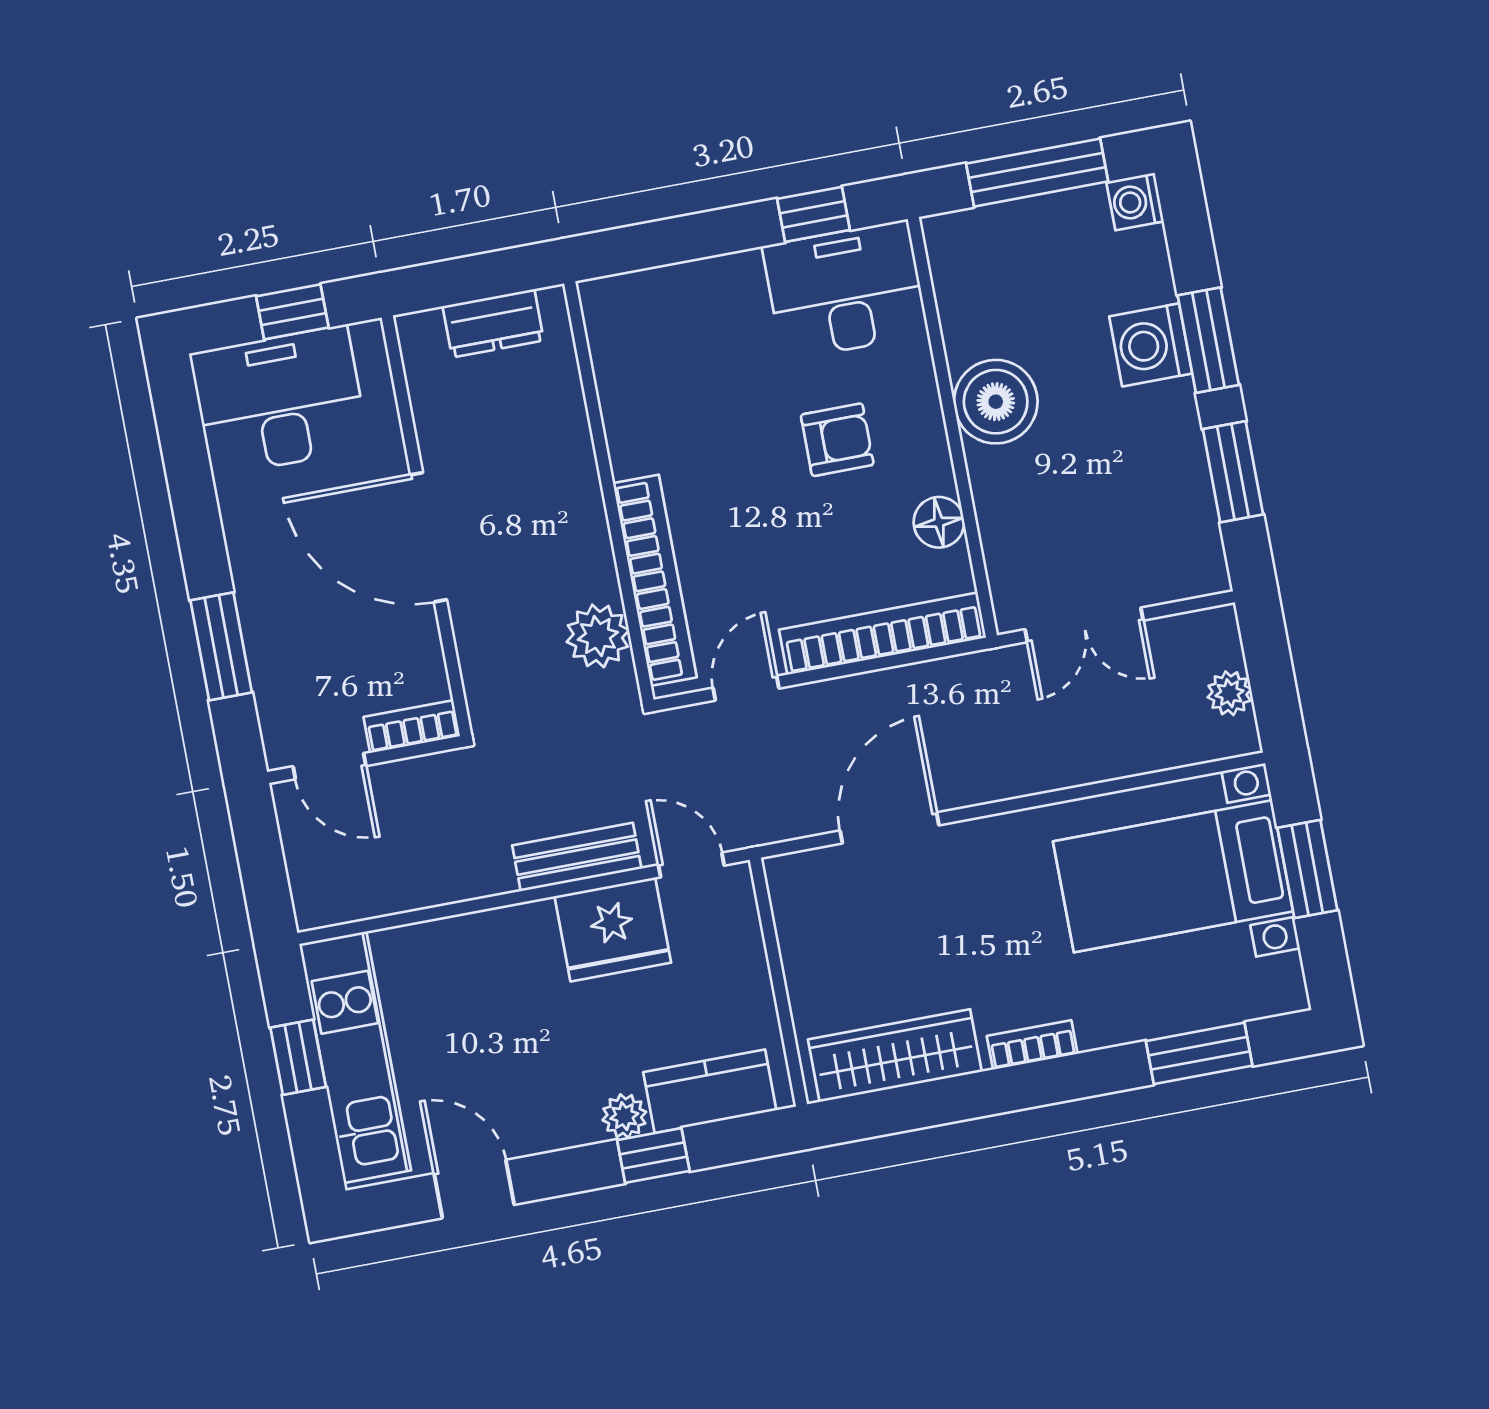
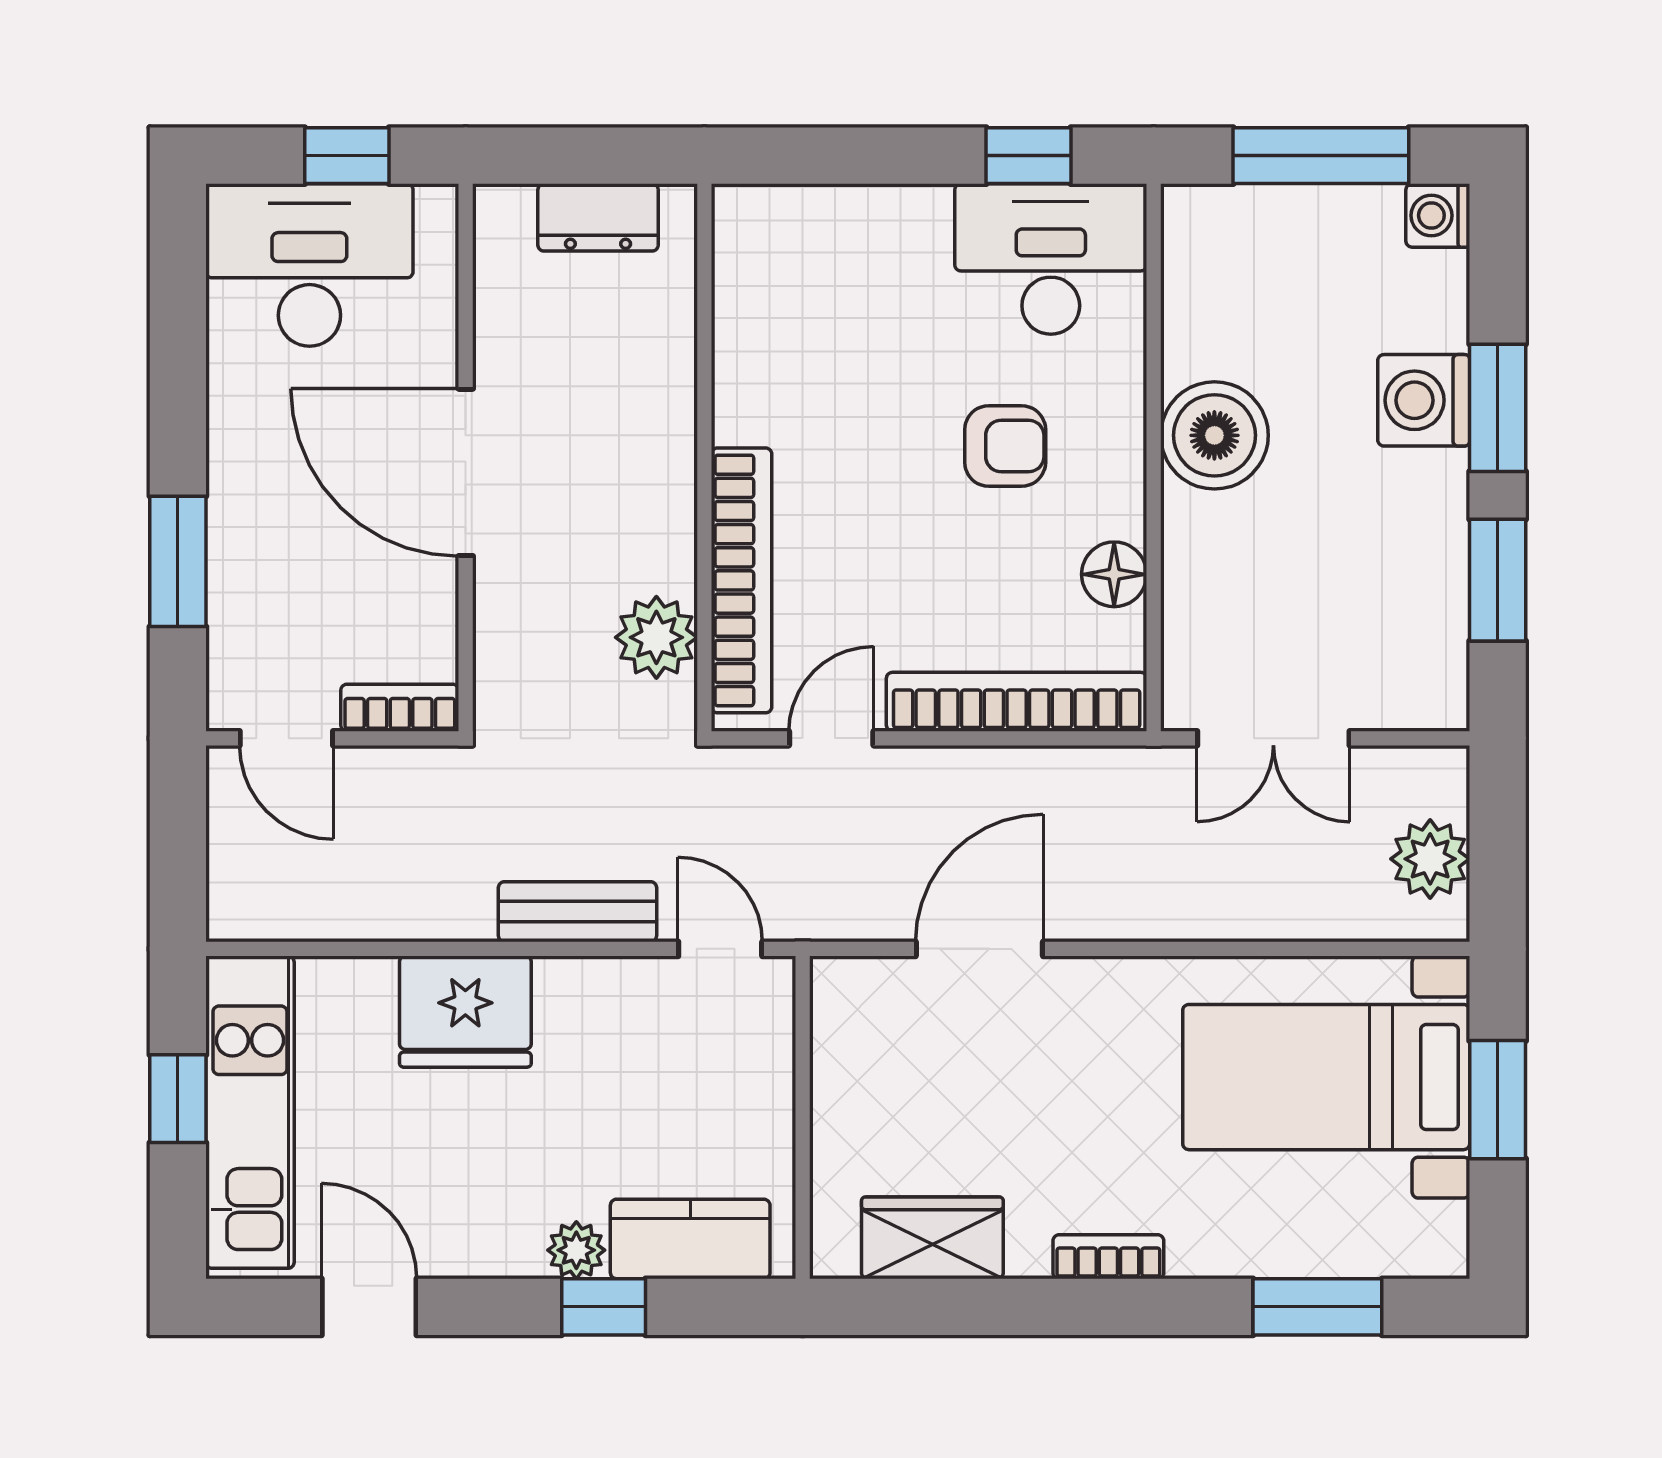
plant: (1229, 693) -> (1430, 859), width x1.38, depth x1.38
fridge: (613, 929) -> (465, 1012), moved
wardrobe: (895, 1056) -> (932, 1238), width x0.67

